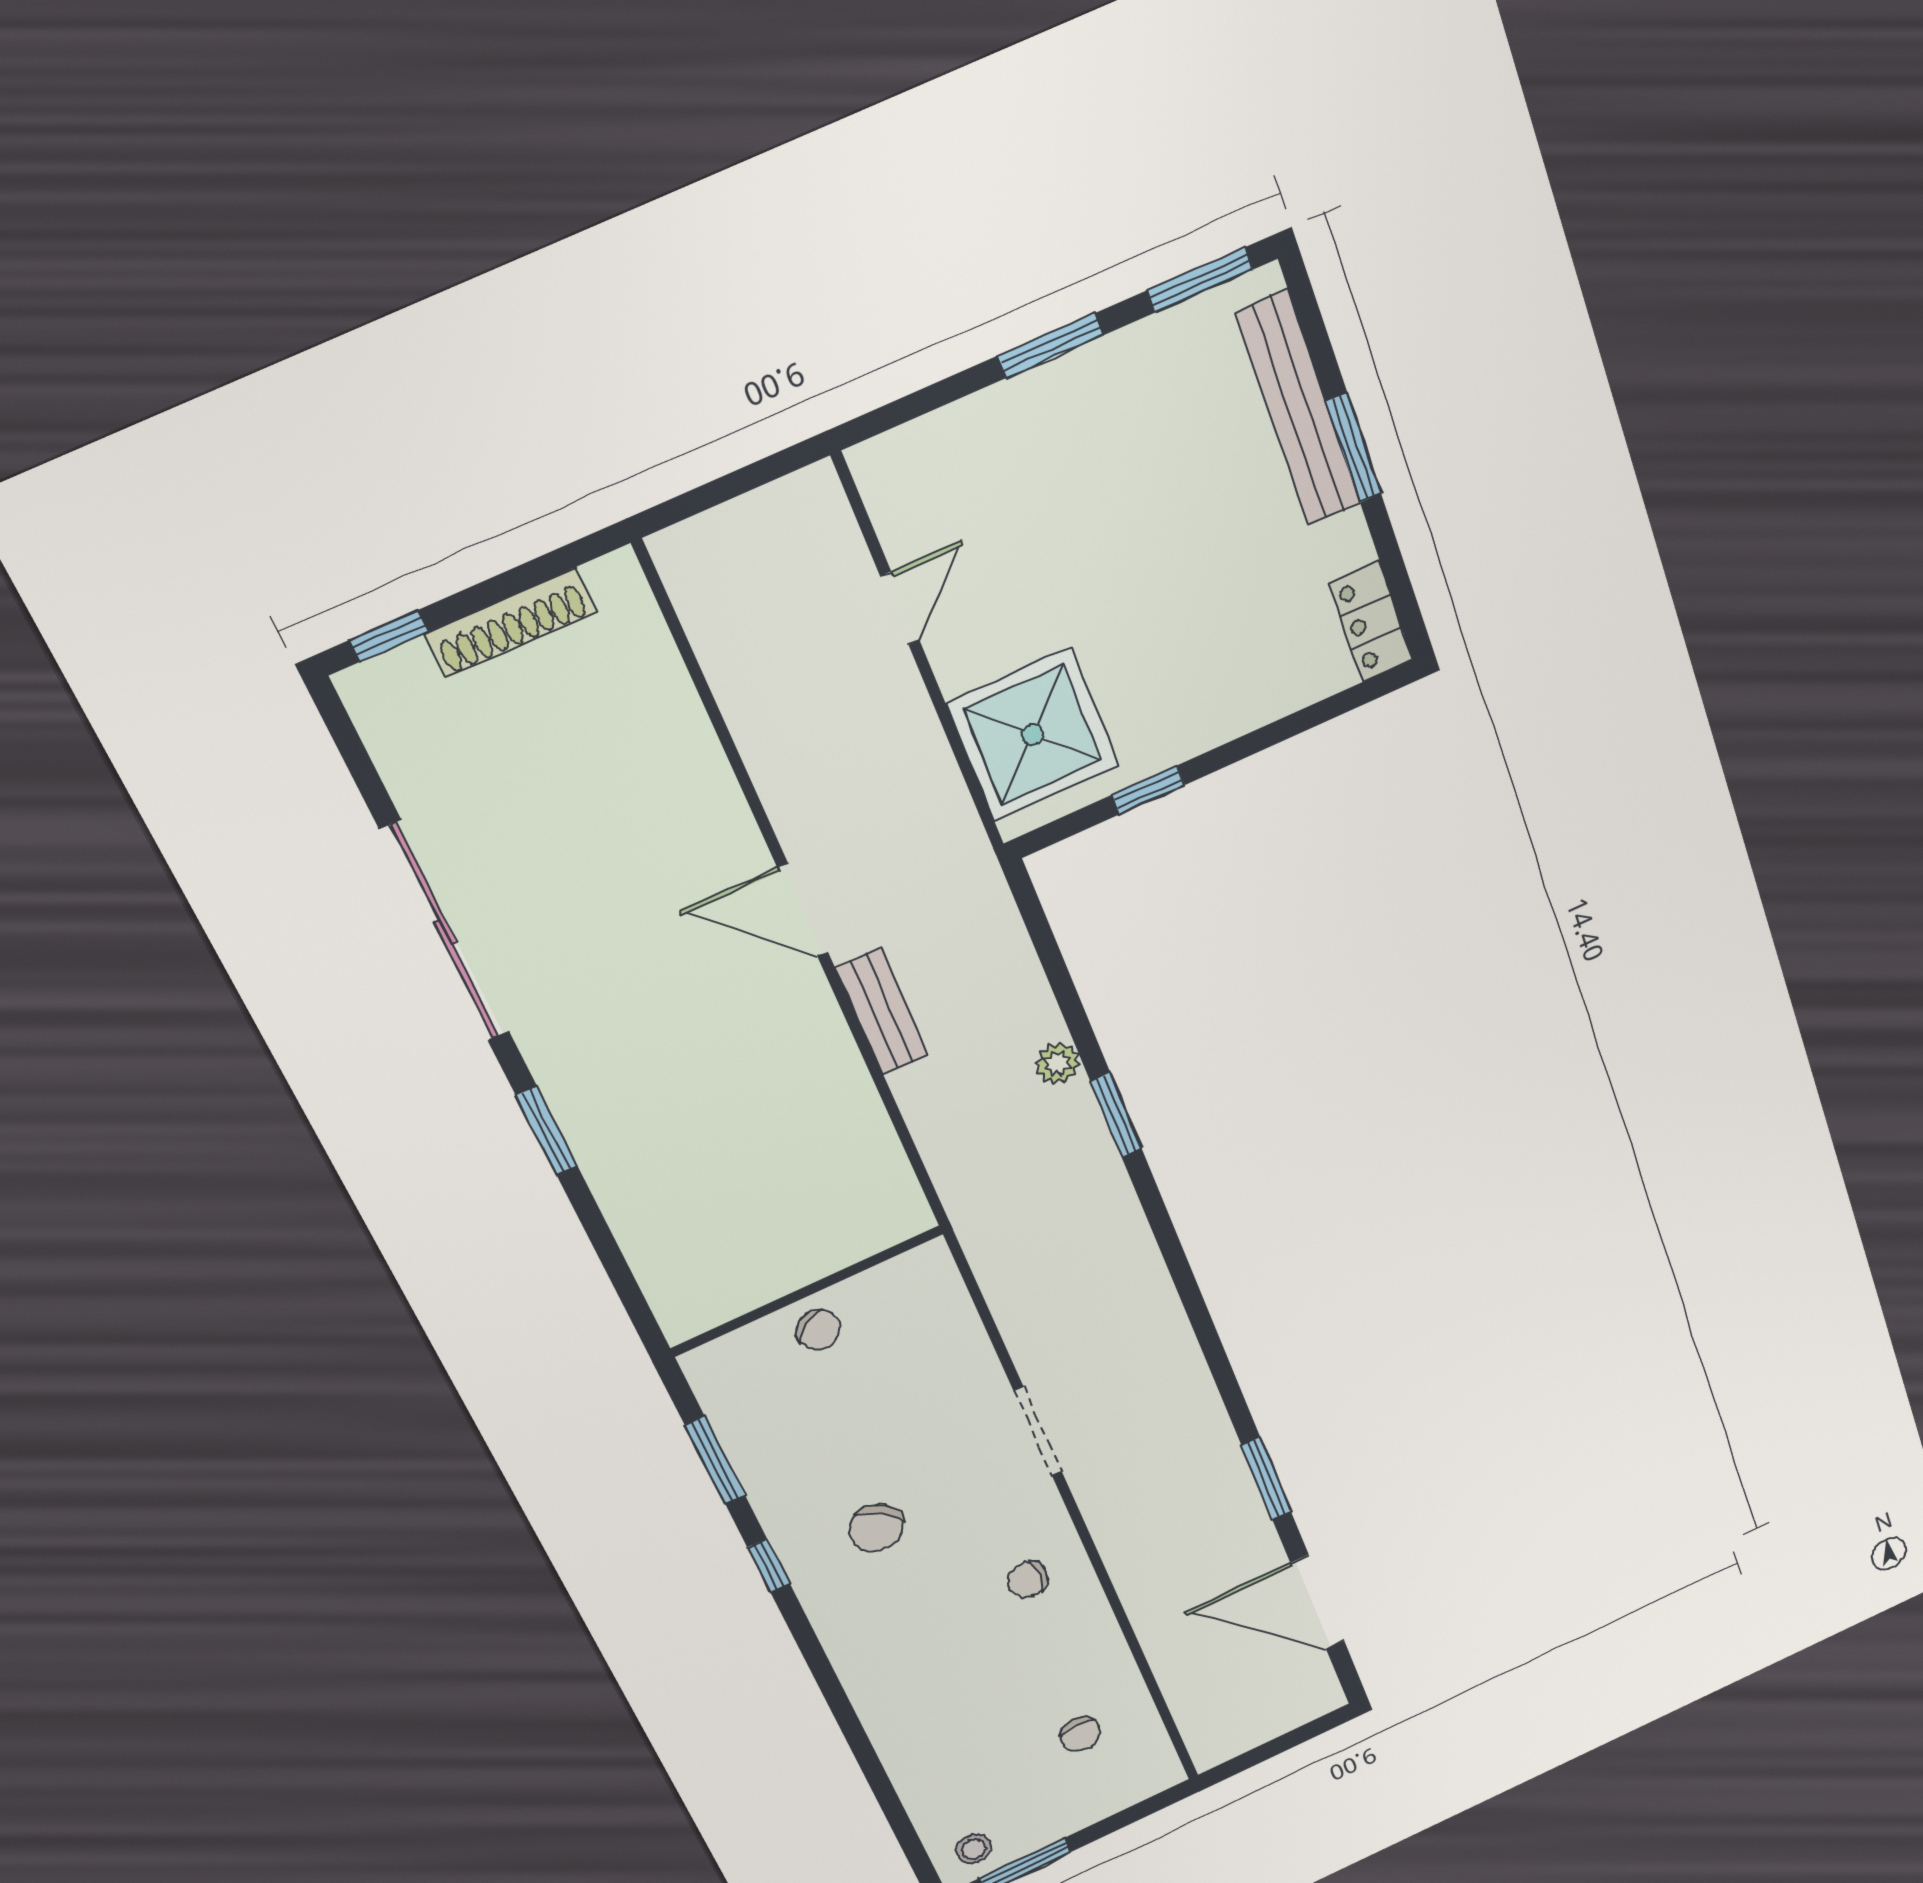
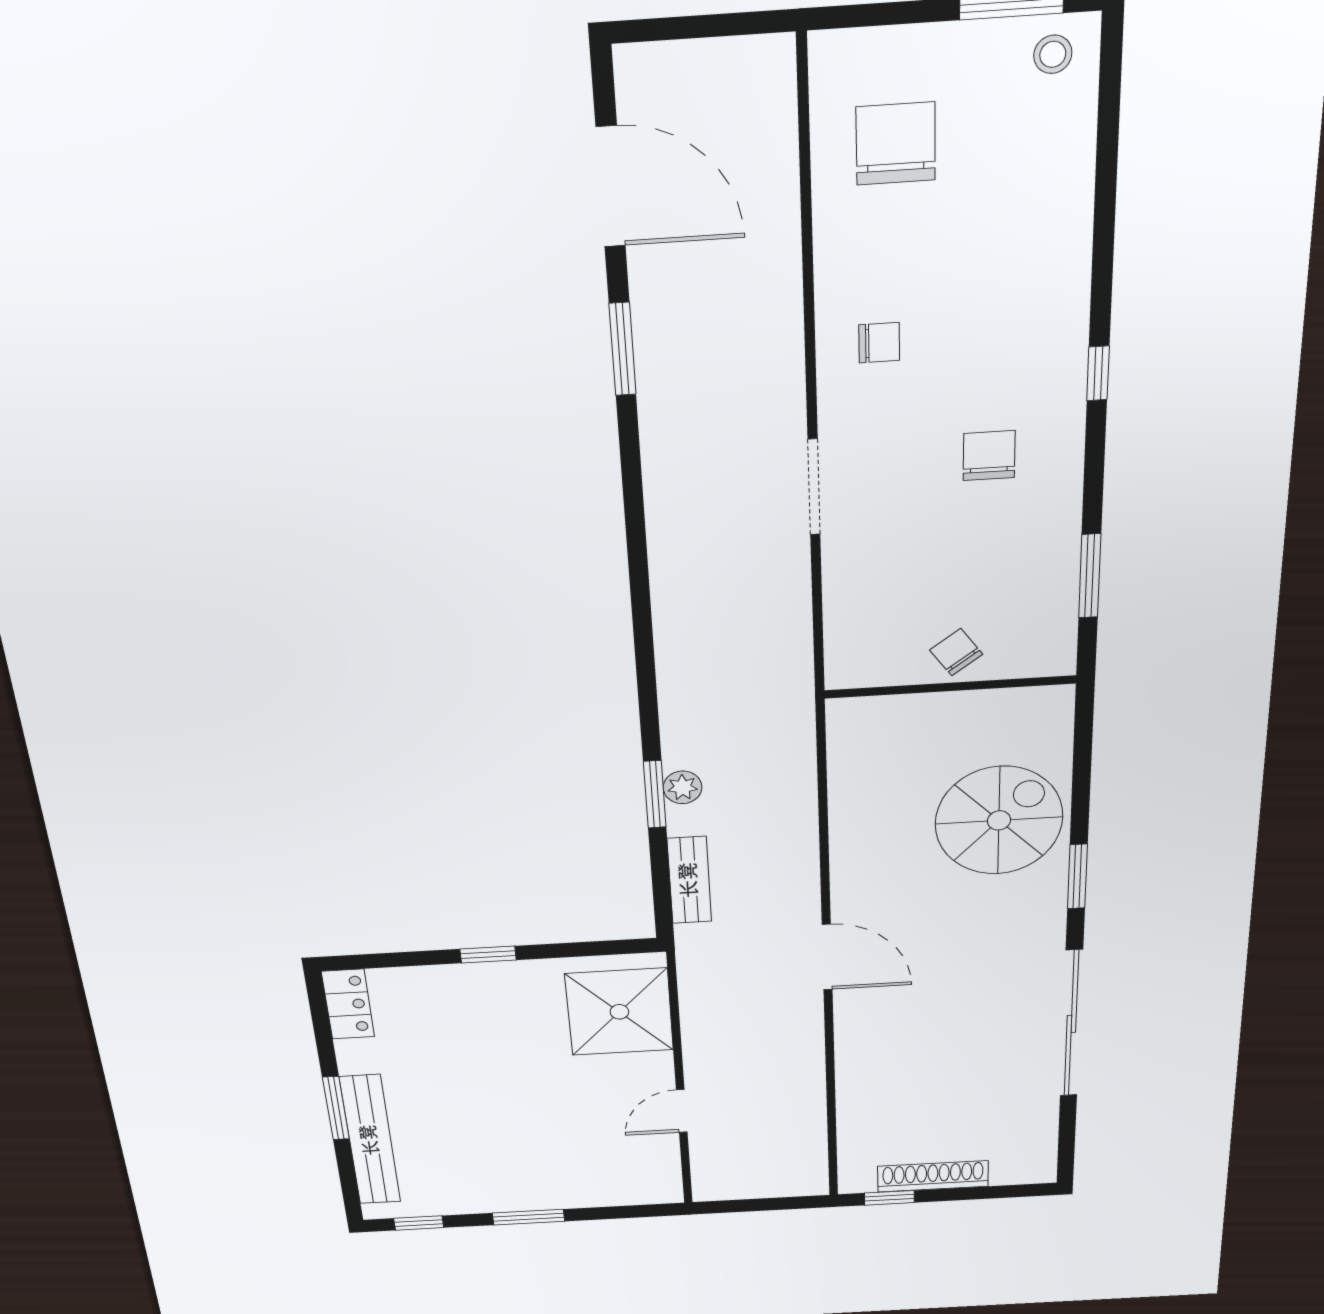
window: (1200, 280) -> (419, 1223), width x0.67
window: (389, 636) -> (889, 1198), moved
window: (1148, 790) -> (488, 954), moved
bench: (882, 1012) -> (689, 880), moved
window: (1116, 1115) -> (655, 794), moved
spiral stairs: (677, 1163) -> (999, 820), added
chair: (876, 1528) -> (989, 456), turned -39
window: (769, 1565) -> (1098, 373), moved
chair: (1080, 1734) -> (896, 144), width x1.87, depth x1.87

